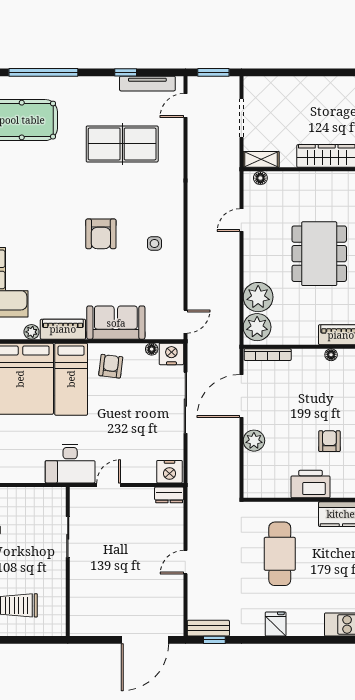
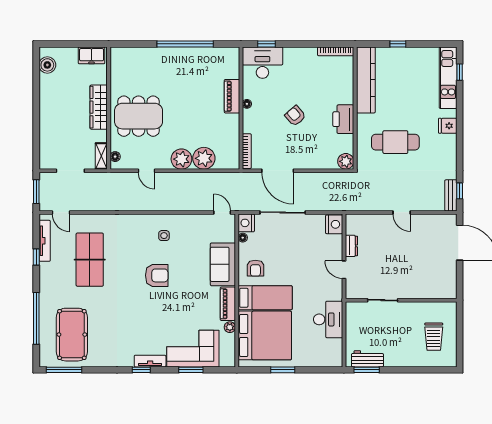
dining table: (319, 254) -> (139, 116), moved
plant: (257, 327) -> (181, 159), moved
armchair: (111, 366) -> (255, 268), turned -97
plant: (254, 441) -> (346, 161), moved
armchair: (329, 441) -> (295, 116), moved, turned 49
desk: (70, 464) -> (328, 319), moved
dresser: (169, 495) -> (351, 246), moved
fridge: (276, 624) -> (448, 126), moved

